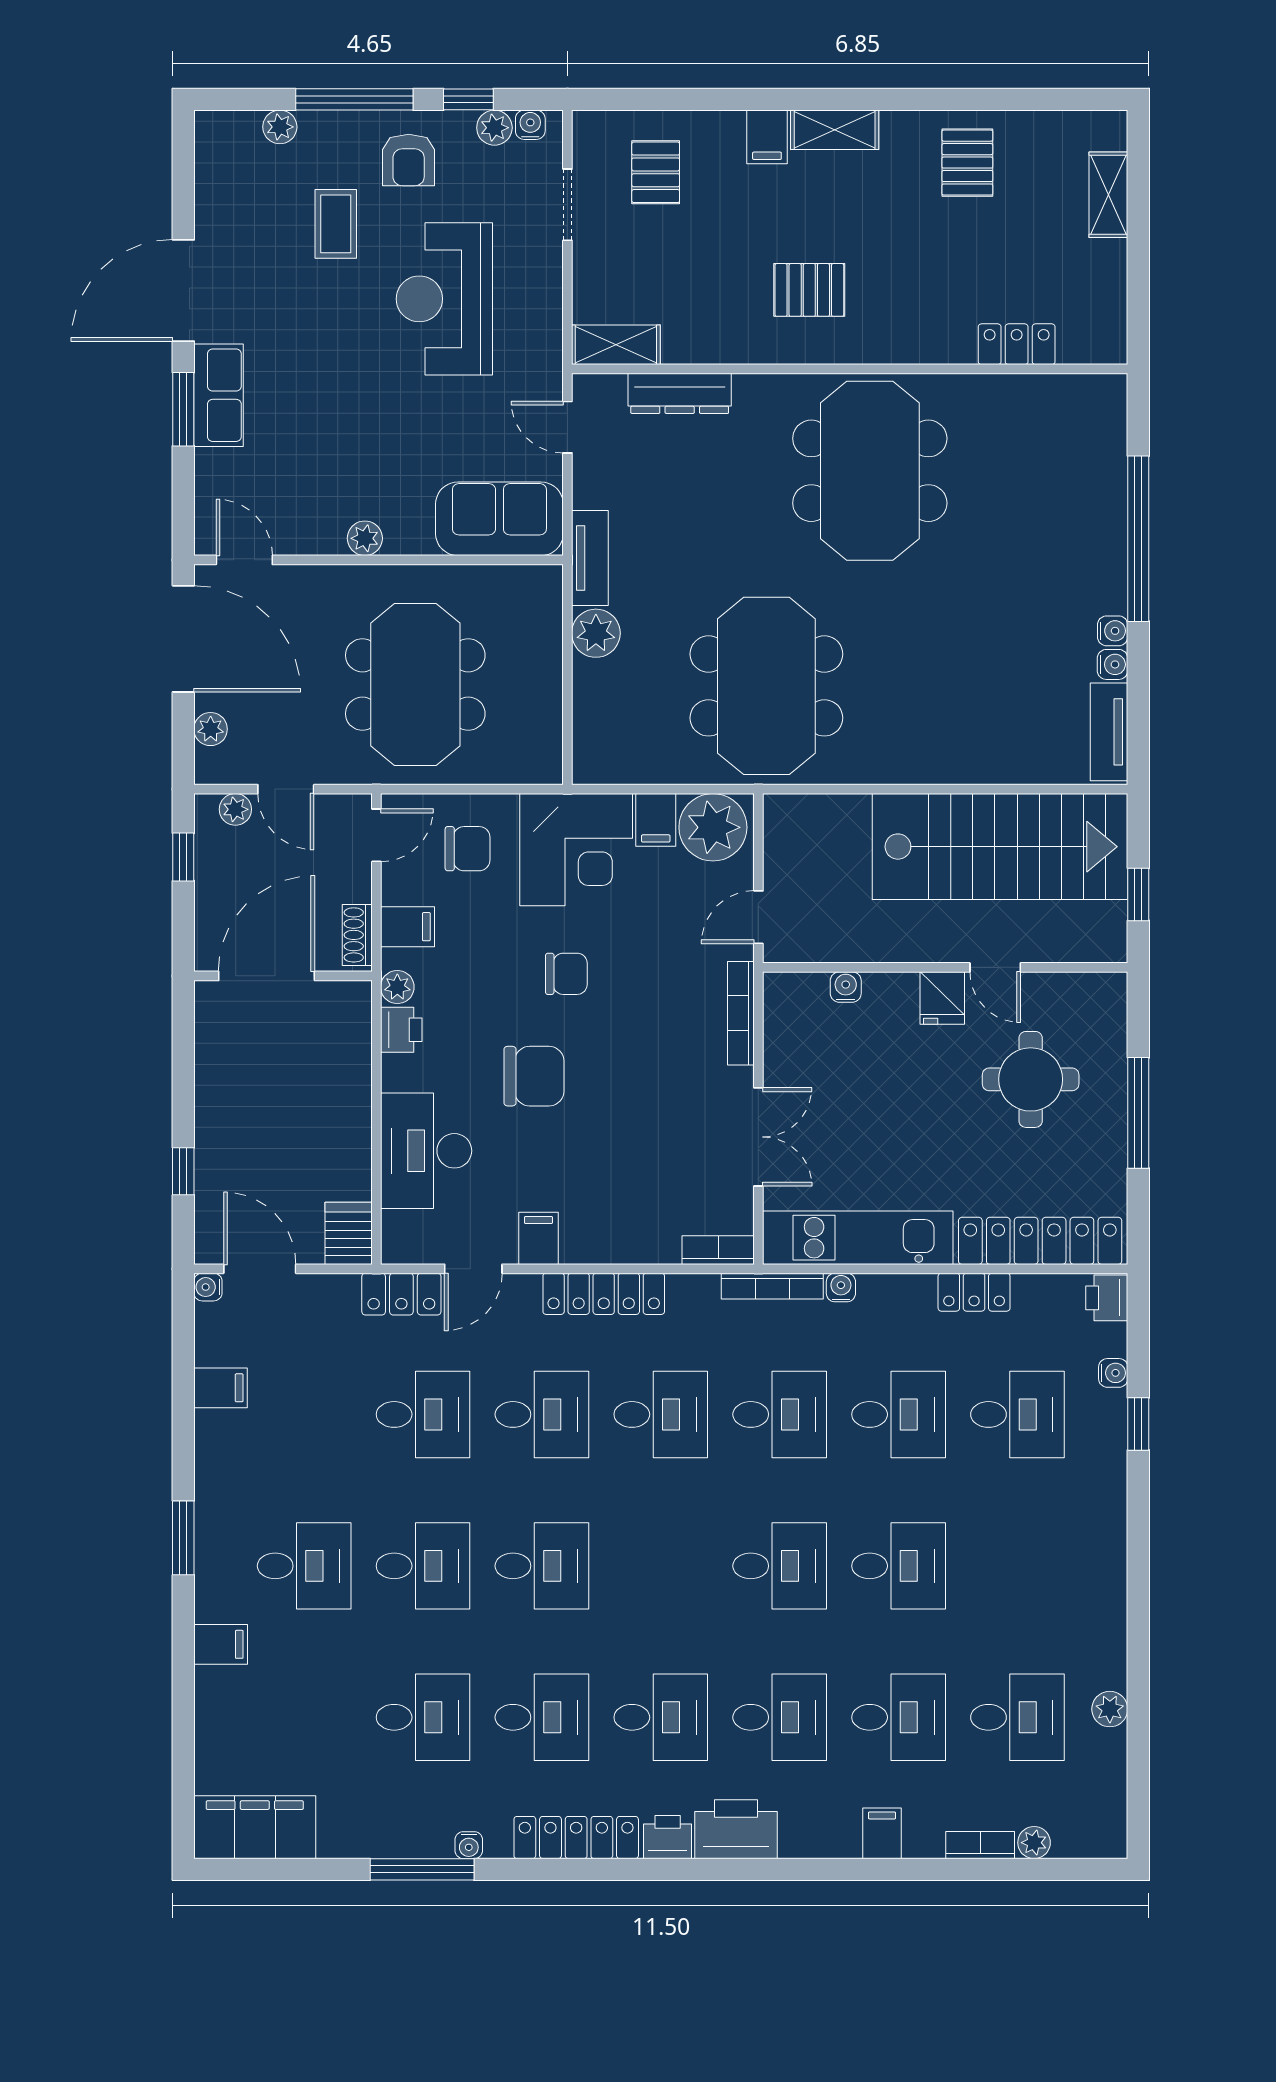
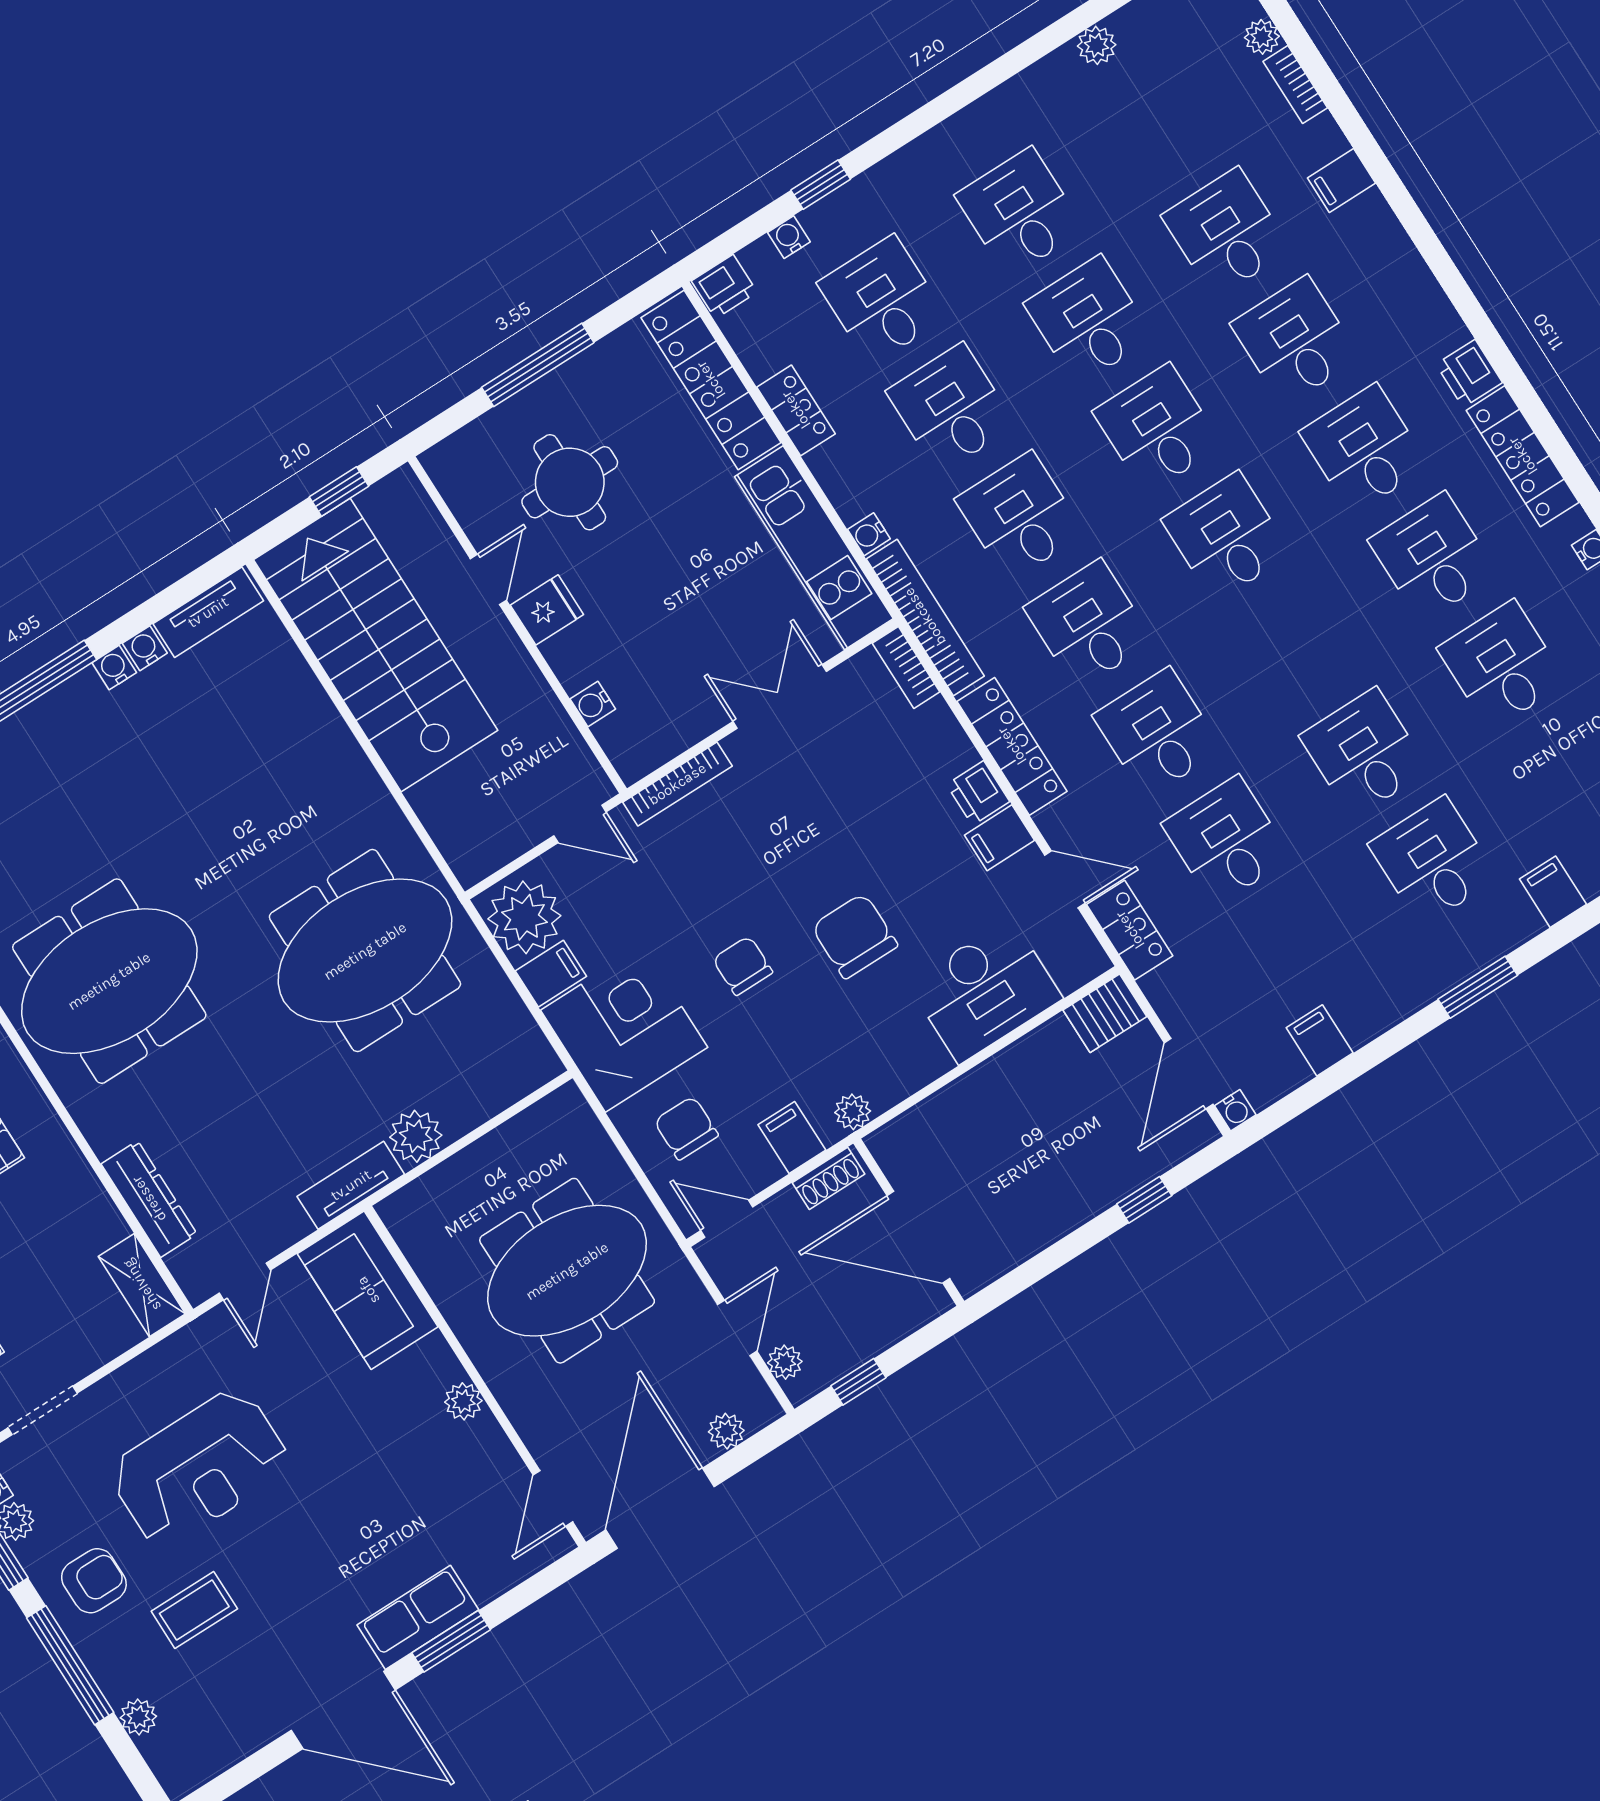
printer: (401, 1030) -> (978, 793), moved, turned -90
bookcase: (772, 1286) -> (925, 617), width x1.48, depth x1.31
desk: (542, 1566) -> (1226, 537), moved
desk: (1017, 1717) -> (1020, 212), moved
printer: (736, 1829) -> (1422, 316), removed

